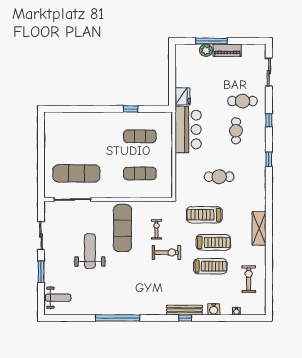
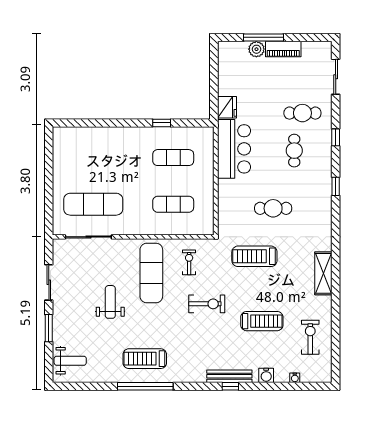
exercise bike: (156, 229) -> (189, 262), moved
treadmill: (213, 242) -> (145, 359), moved, turned 180
weight bench: (90, 251) -> (110, 302), width x0.73, depth x0.75

